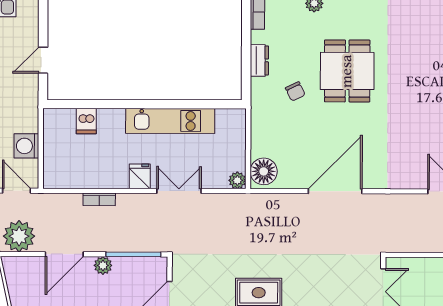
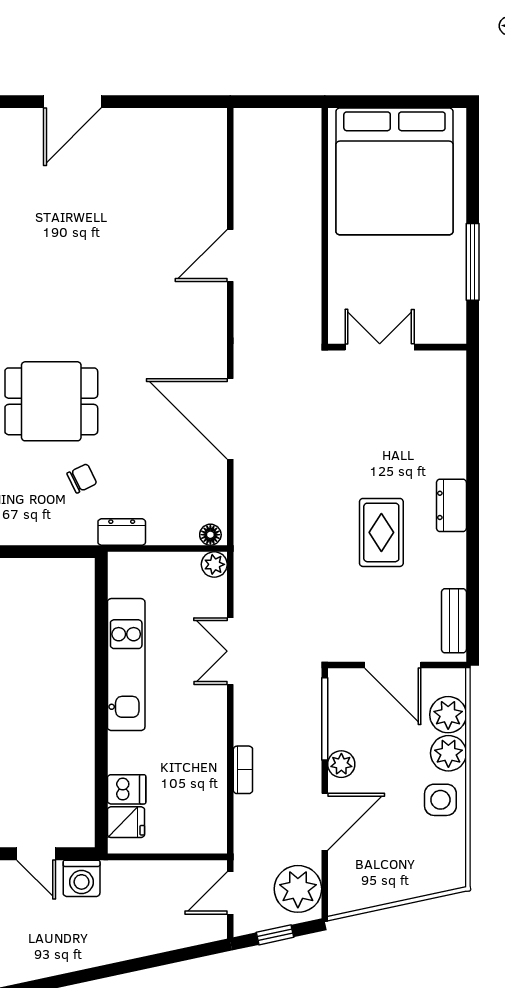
dresser: (259, 60) -> (122, 532), moved
washing machine: (26, 146) -> (82, 878), moved
floor lamp: (264, 171) -> (210, 535), width x0.53, depth x0.53
fridge: (140, 176) -> (126, 822), moved, turned 180
door: (64, 254) -> (325, 822), hinge flipped

